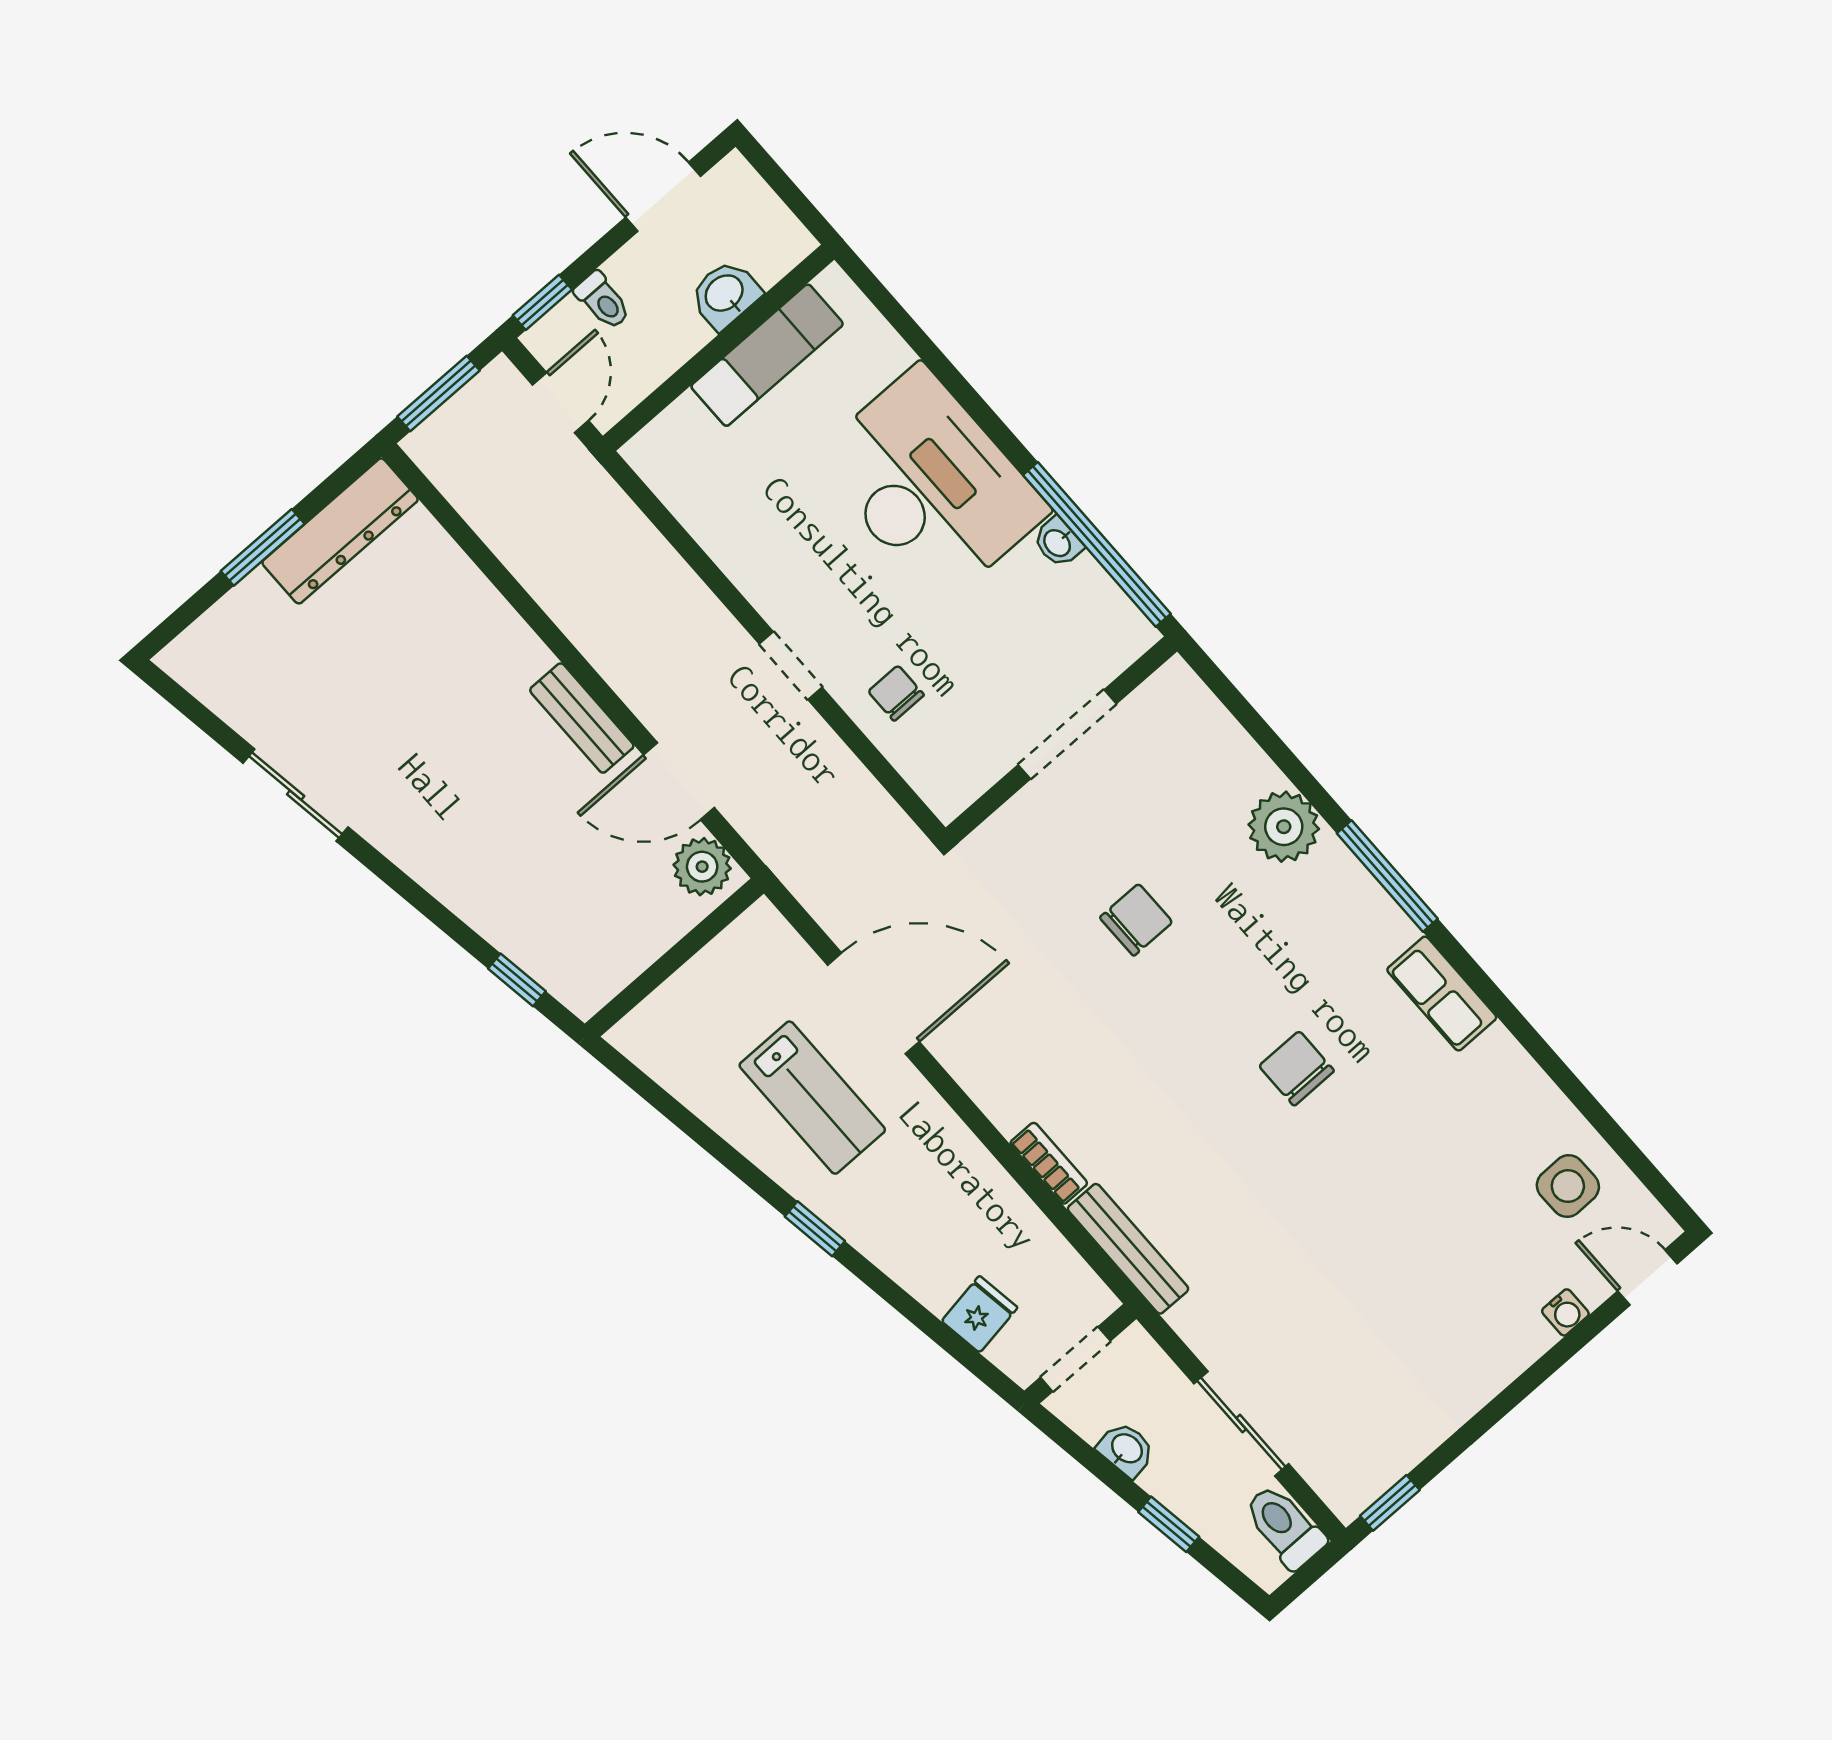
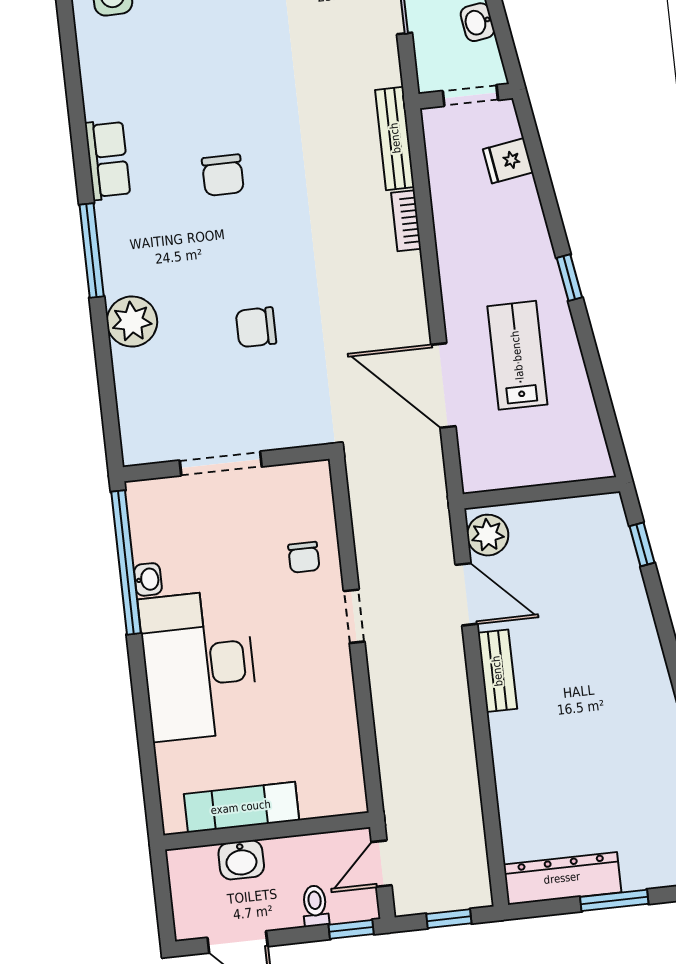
window: (438, 393) -> (449, 919), width x0.67

